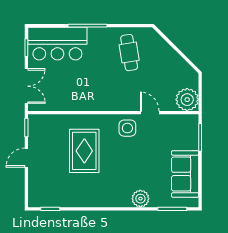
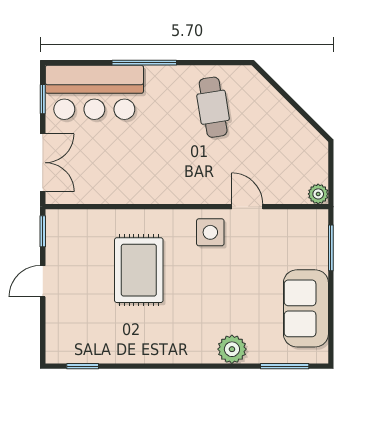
plant: (187, 100) -> (318, 194), width x0.53, depth x0.53

